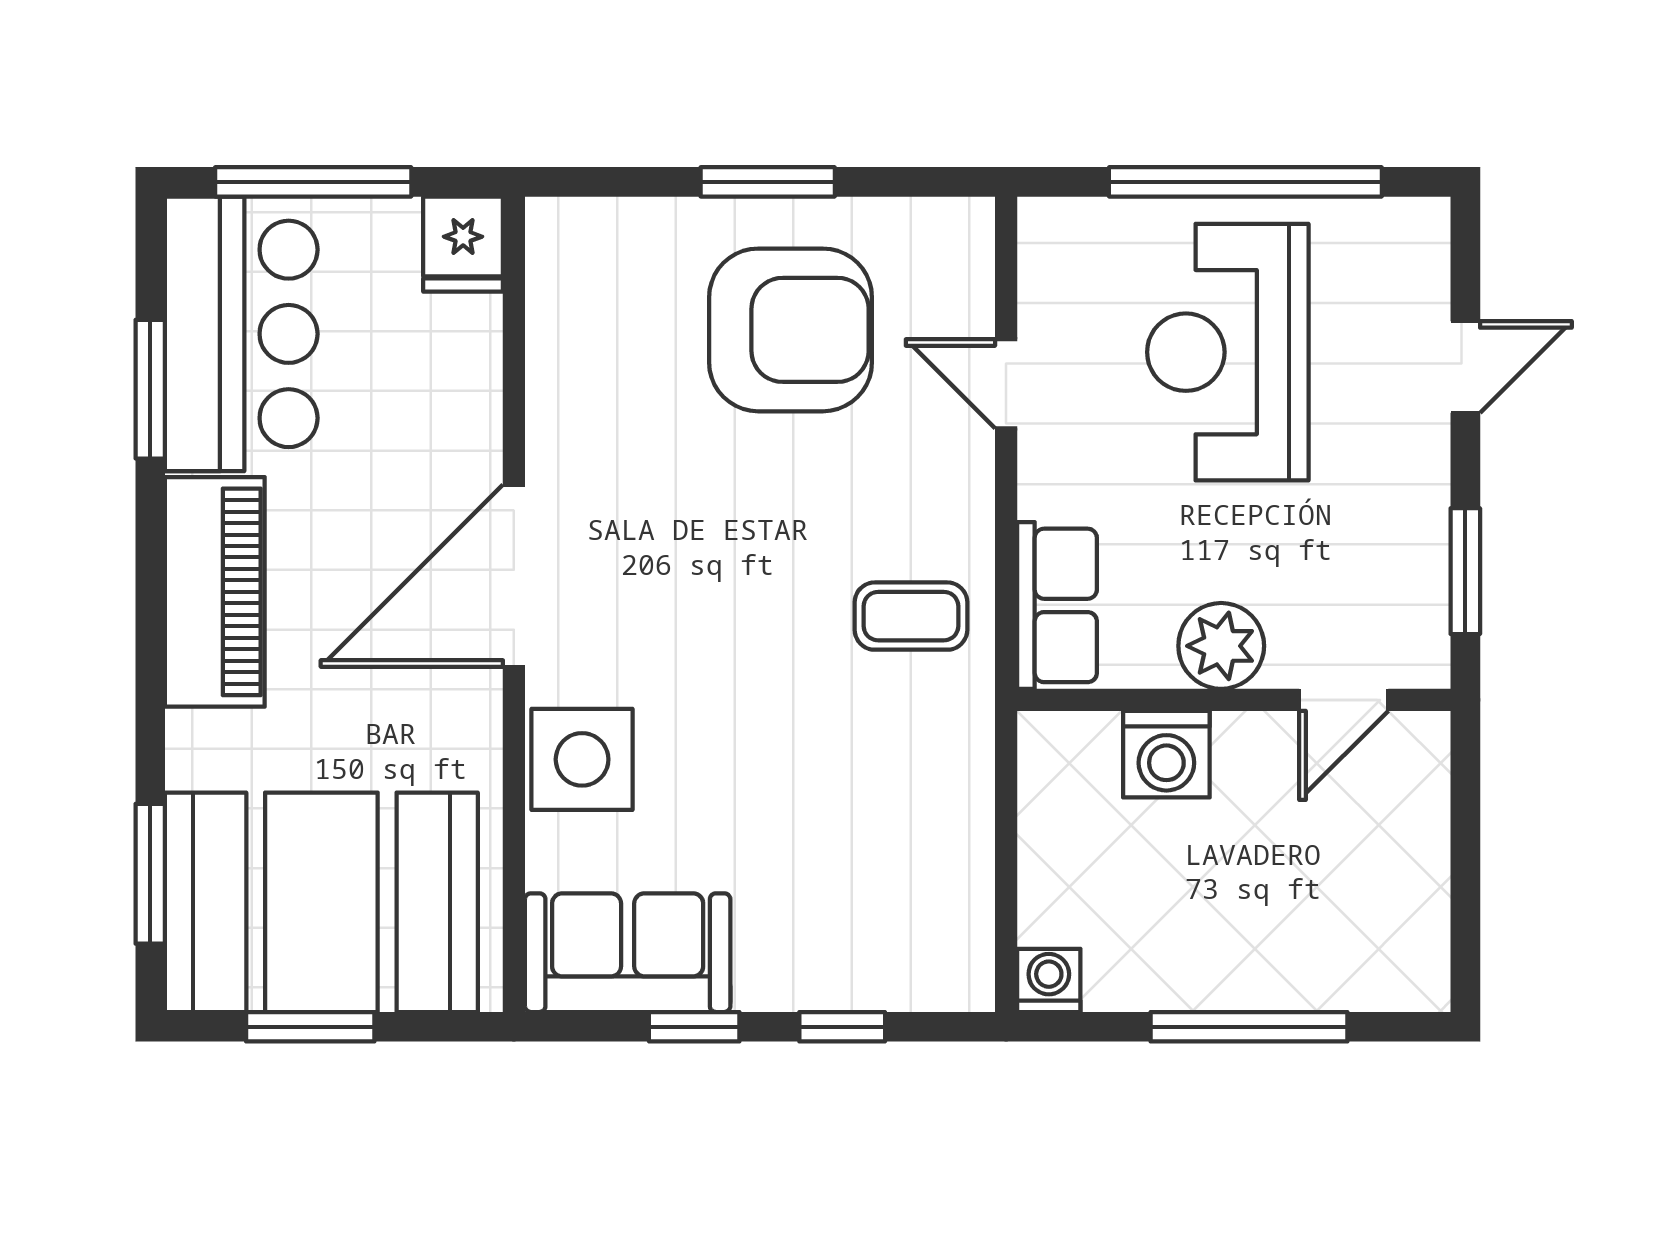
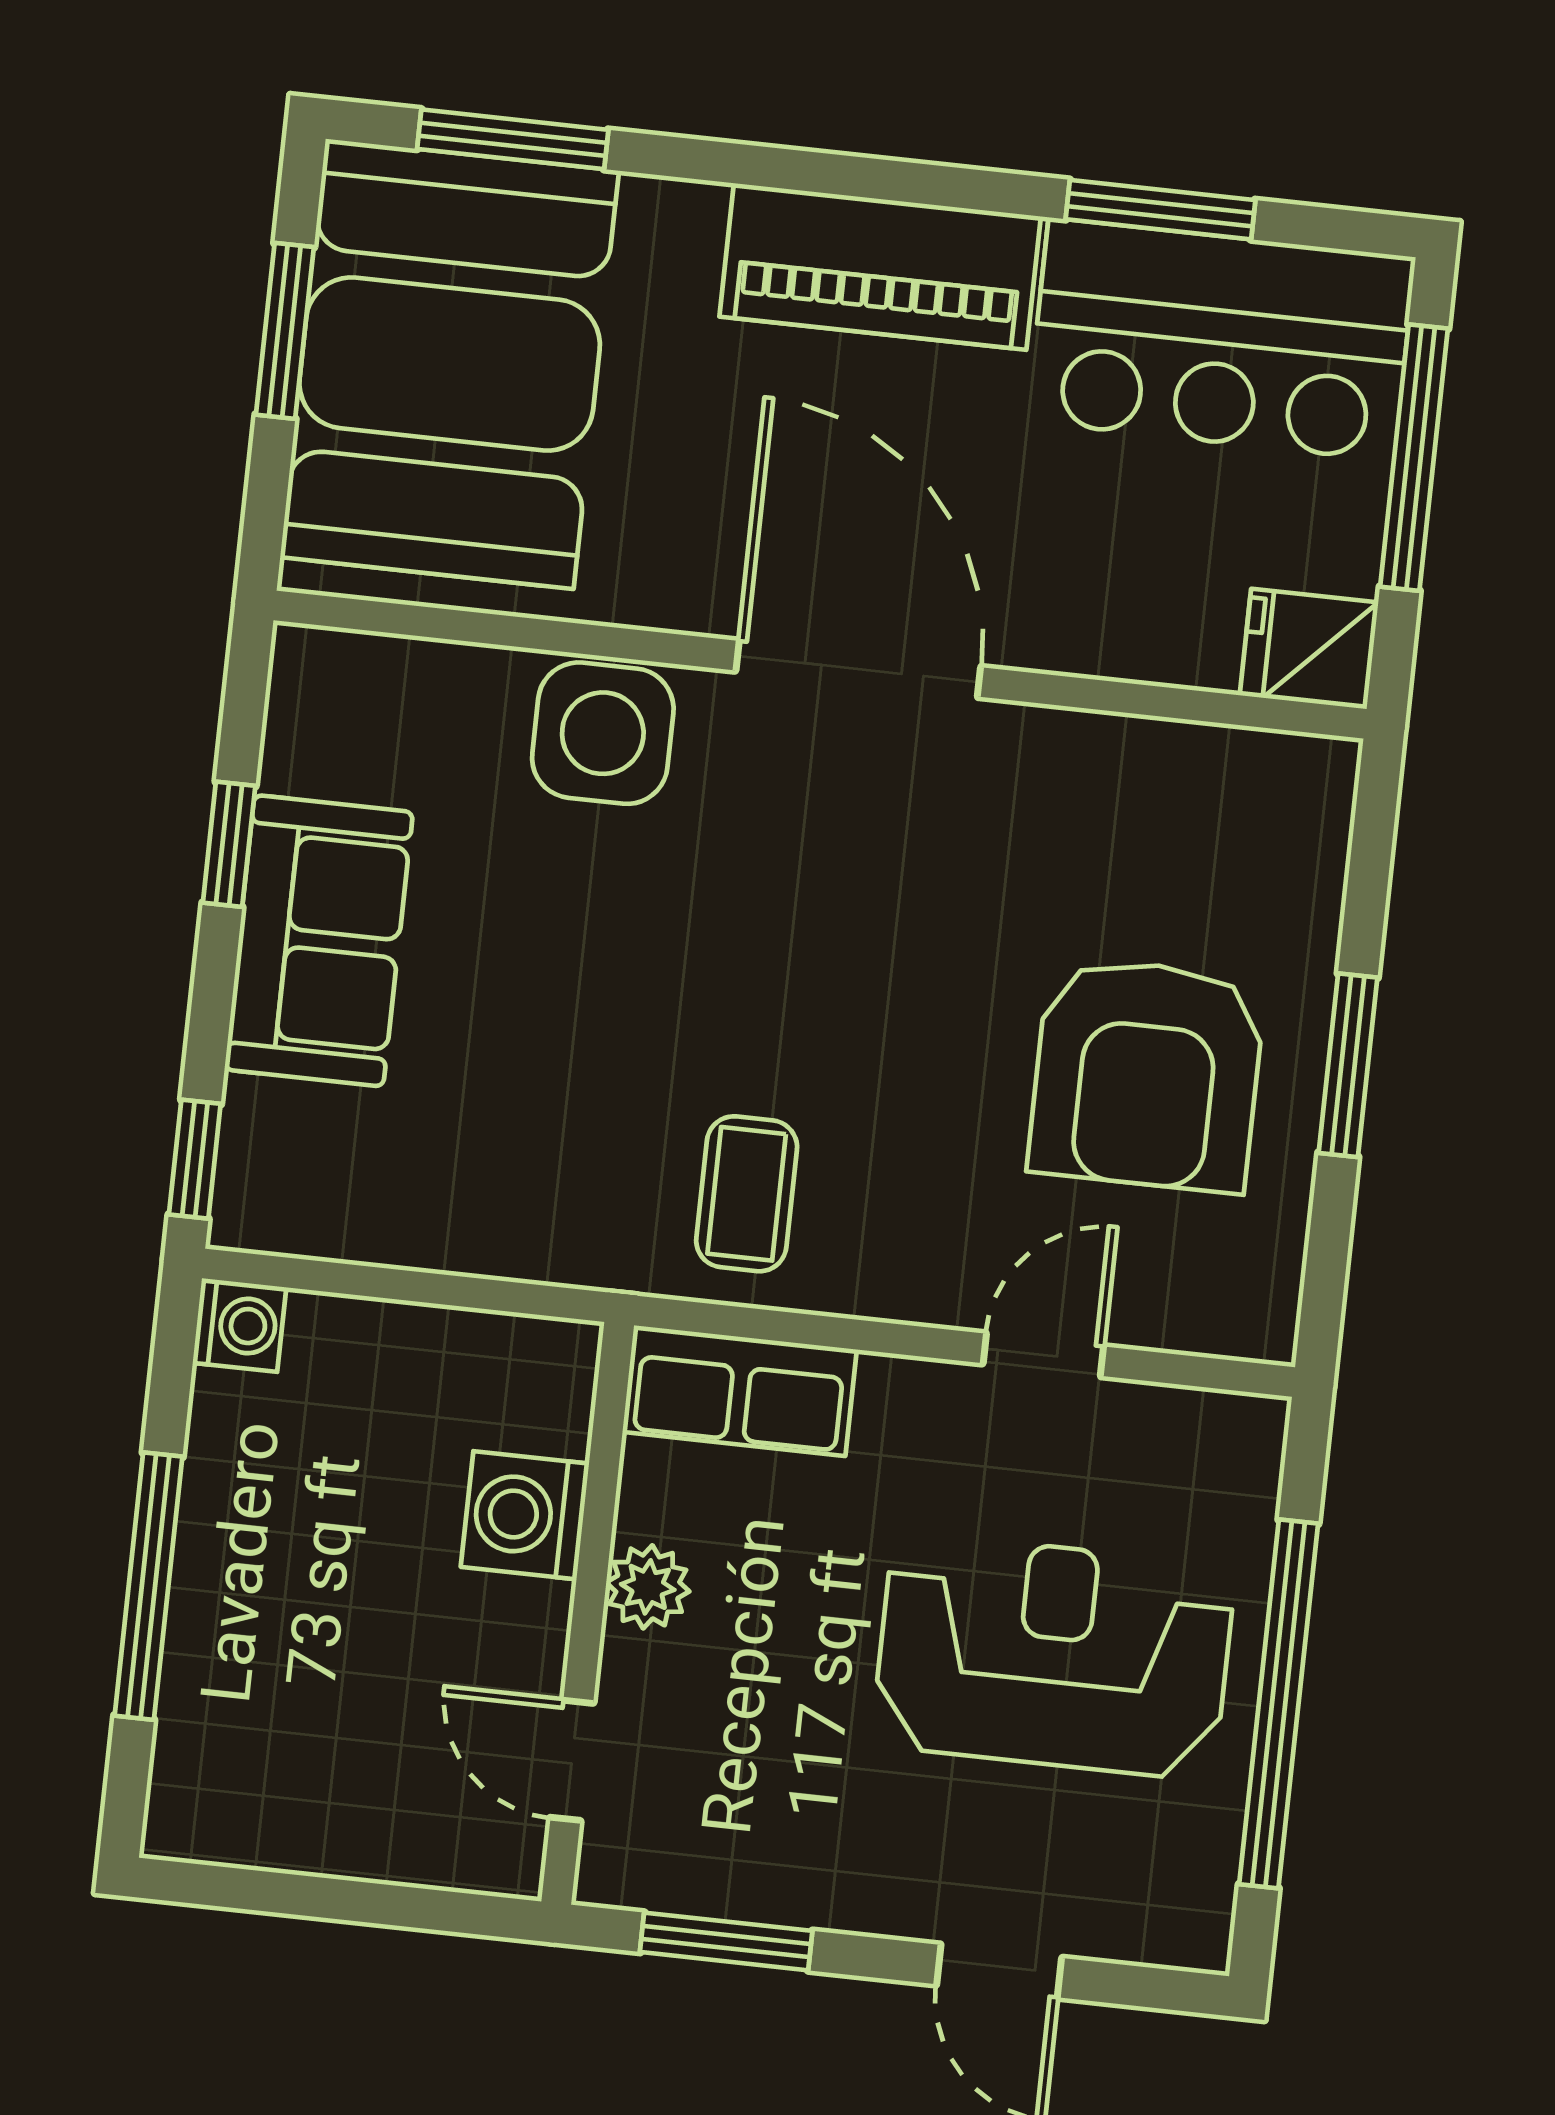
plant: (1221, 646) -> (648, 1587), width x0.73, depth x0.73
sofa: (628, 953) -> (319, 941), moved
window: (842, 1027) -> (195, 1159), moved

